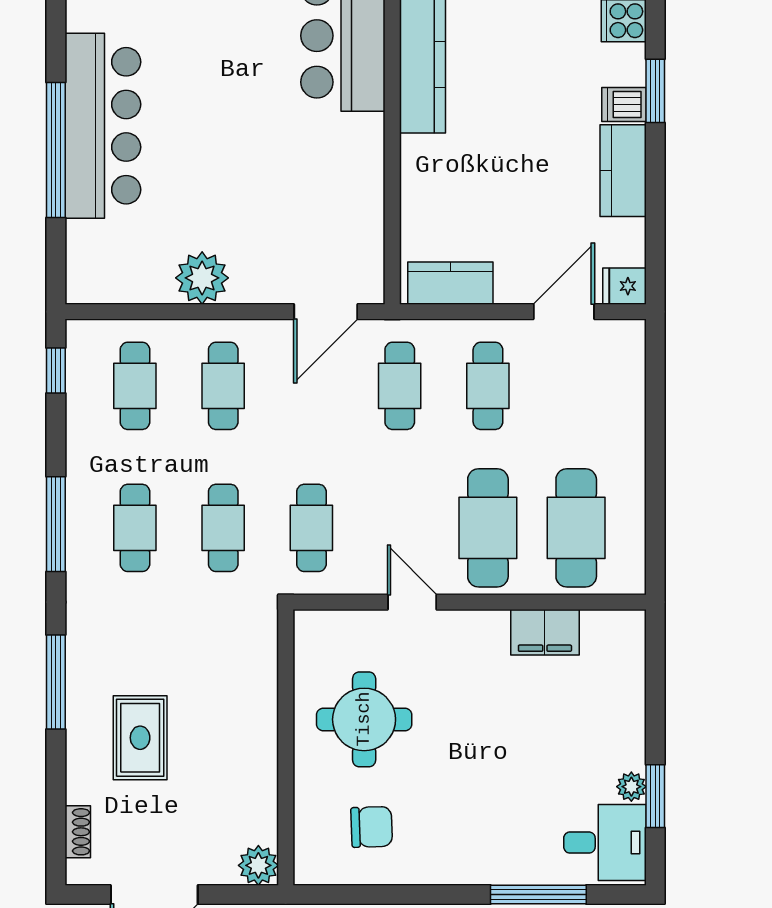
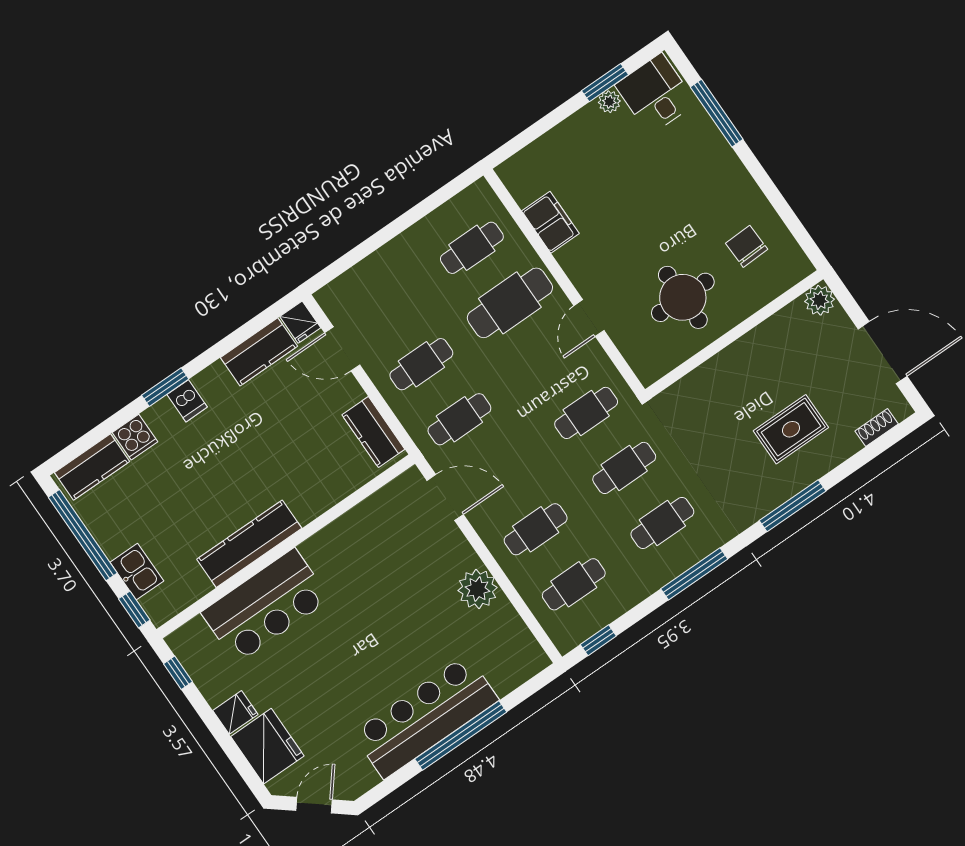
kitchen counter: (623, 171) -> (259, 352), moved
cafe table: (576, 528) -> (472, 248), width x0.73, depth x0.74

